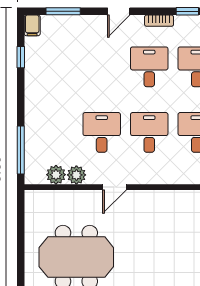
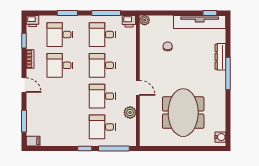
window: (21, 57) -> (85, 149), moved
desk: (54, 132) -> (102, 127), added
plant: (56, 175) -> (130, 126), removed
chair: (178, 233) -> (168, 46), added

